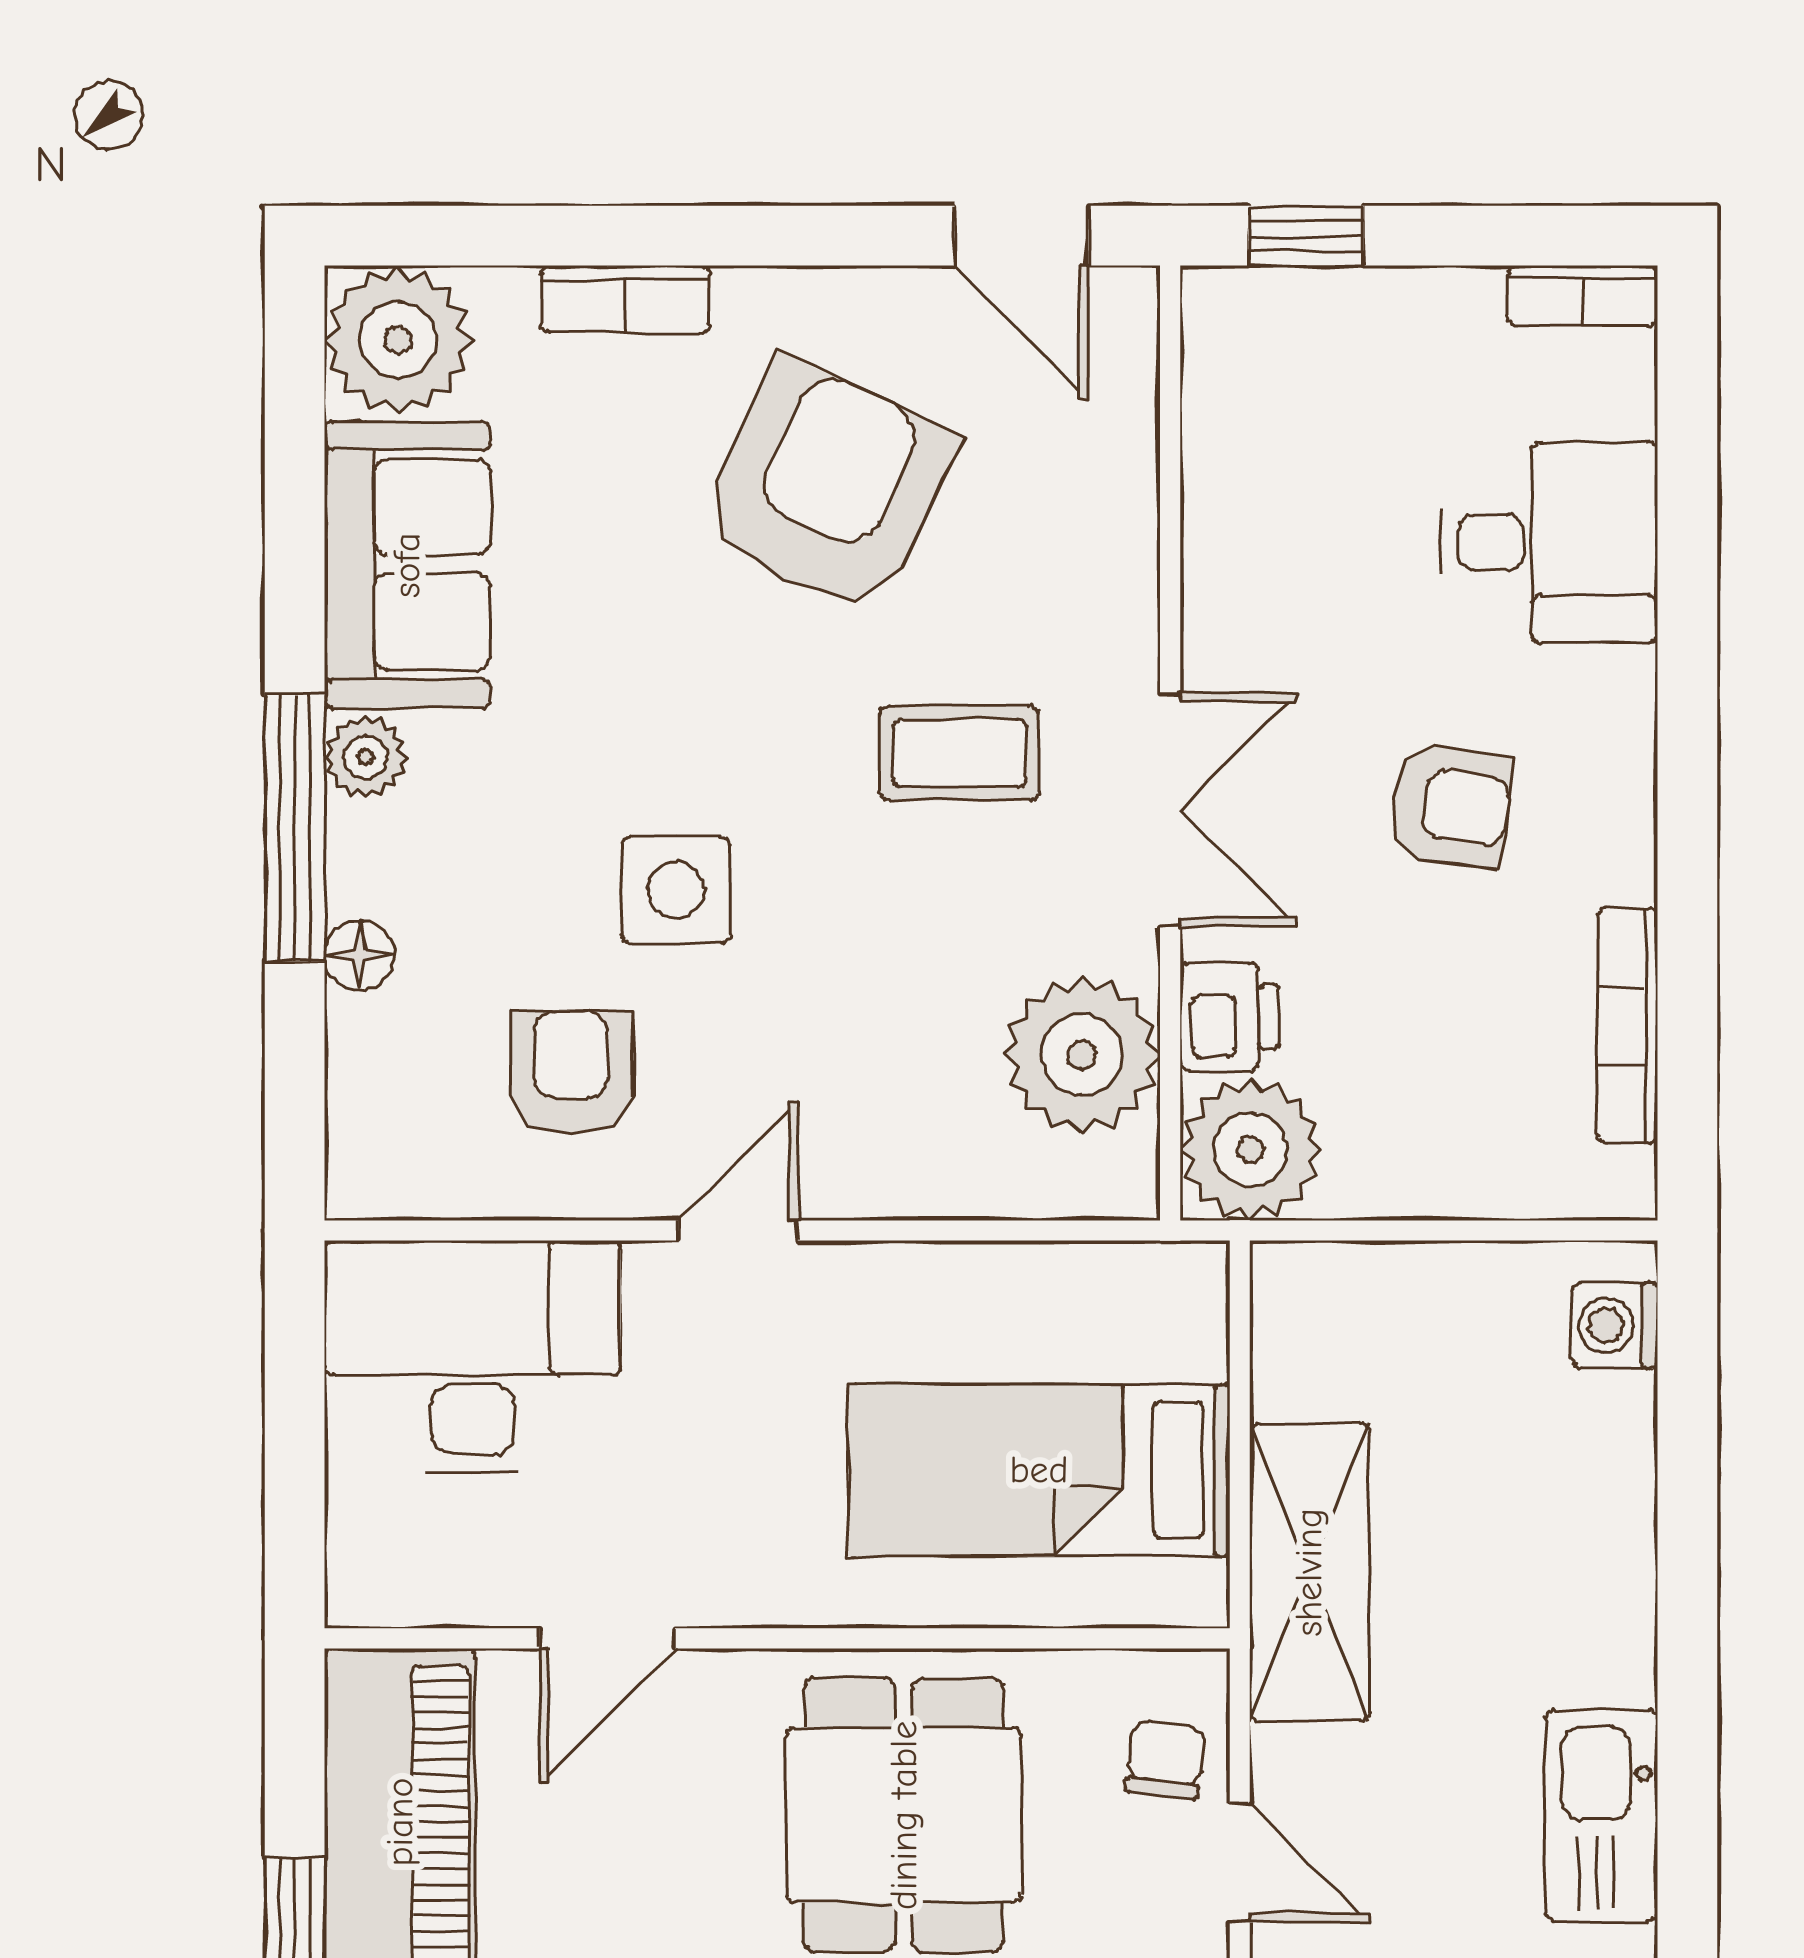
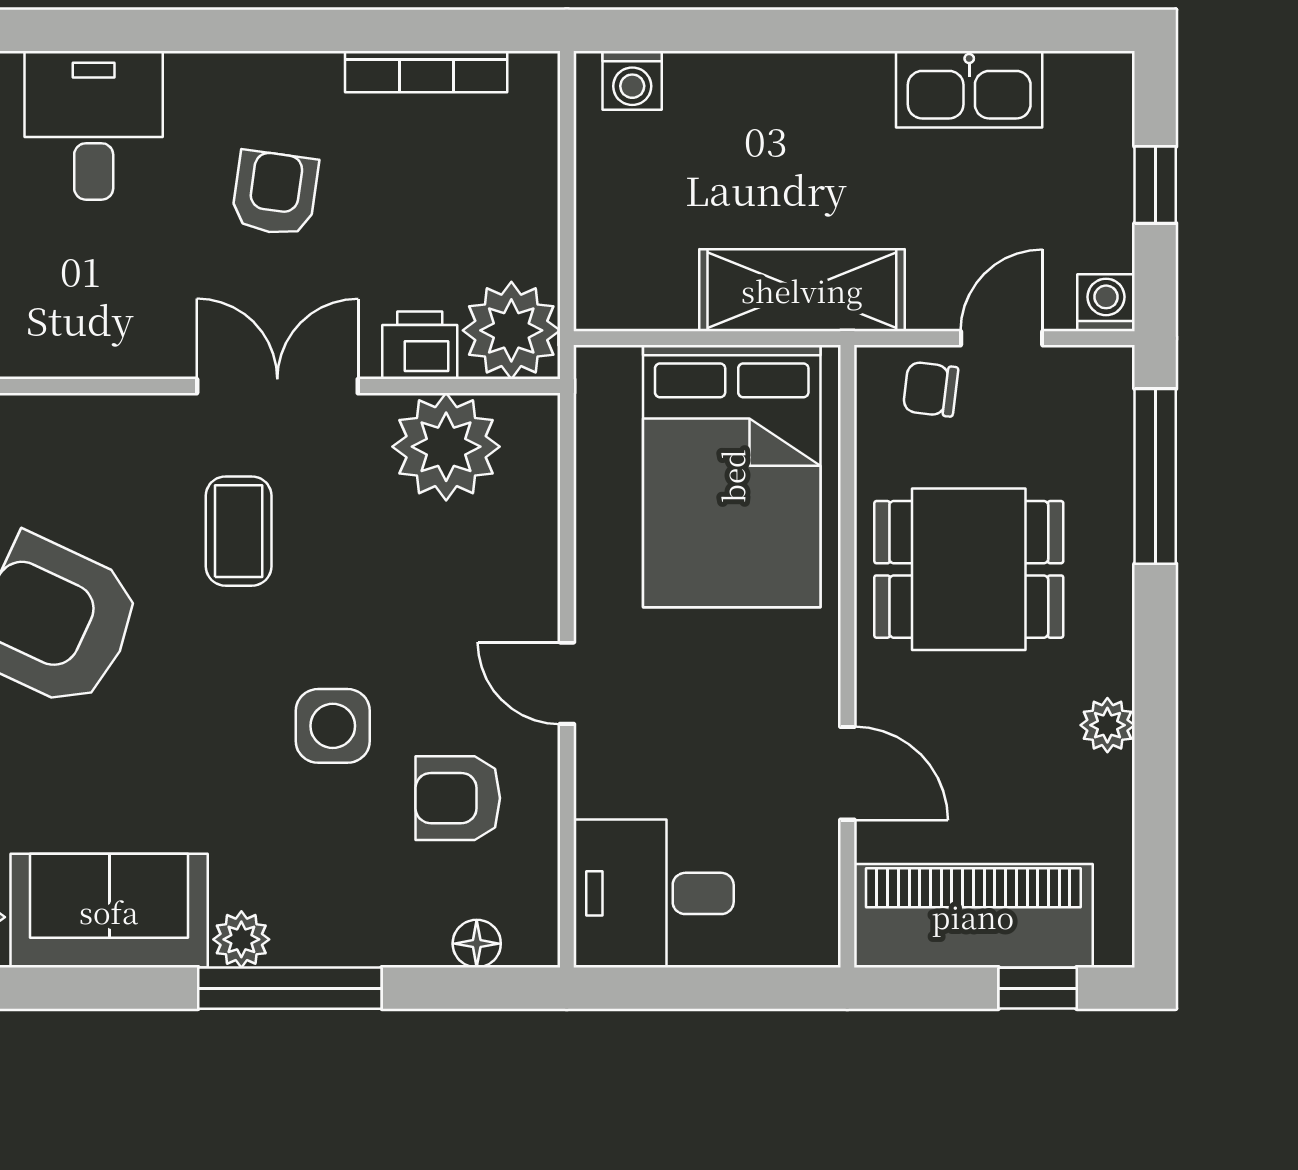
floor lamp: (359, 955) -> (477, 944), moved
desk: (472, 1357) -> (654, 893), width x0.73
bed: (1039, 1470) -> (732, 476), width x1.50

